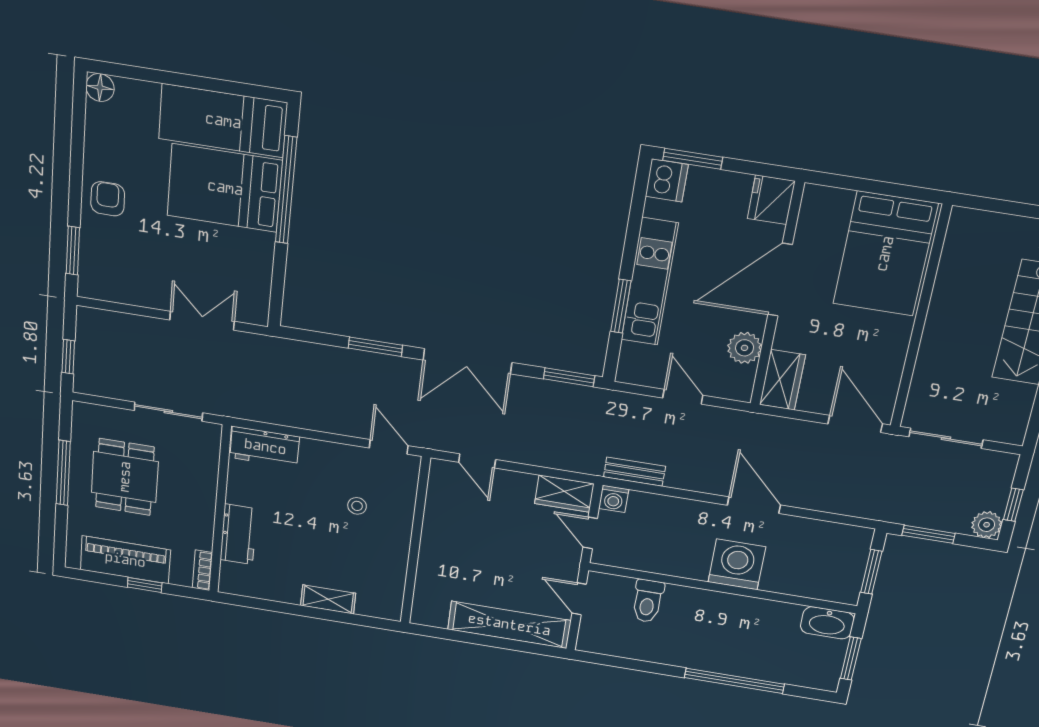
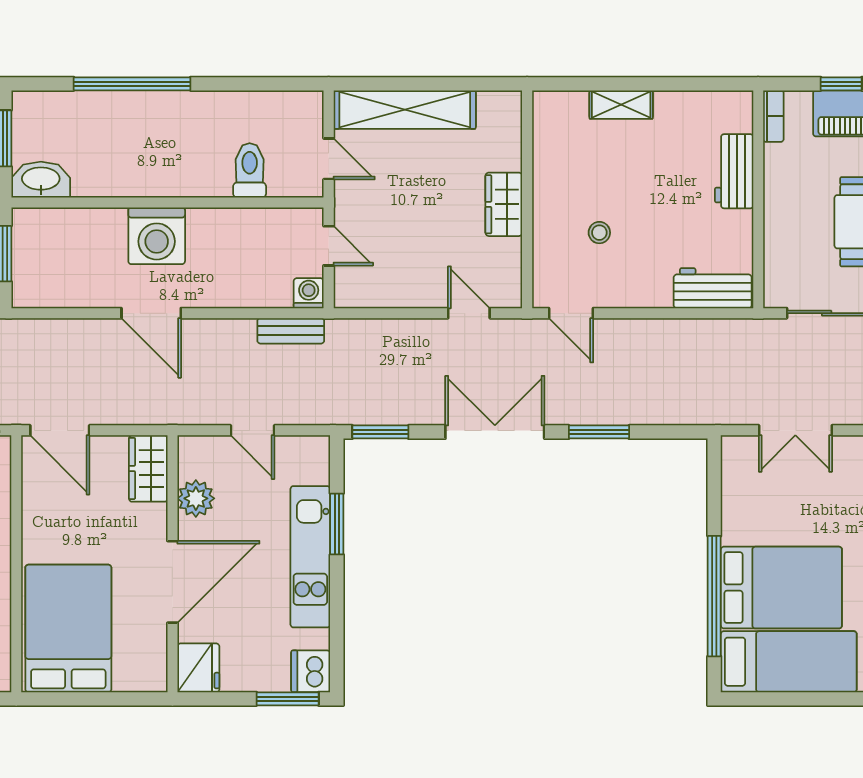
wardrobe: (564, 494) -> (504, 204), moved, turned -90

